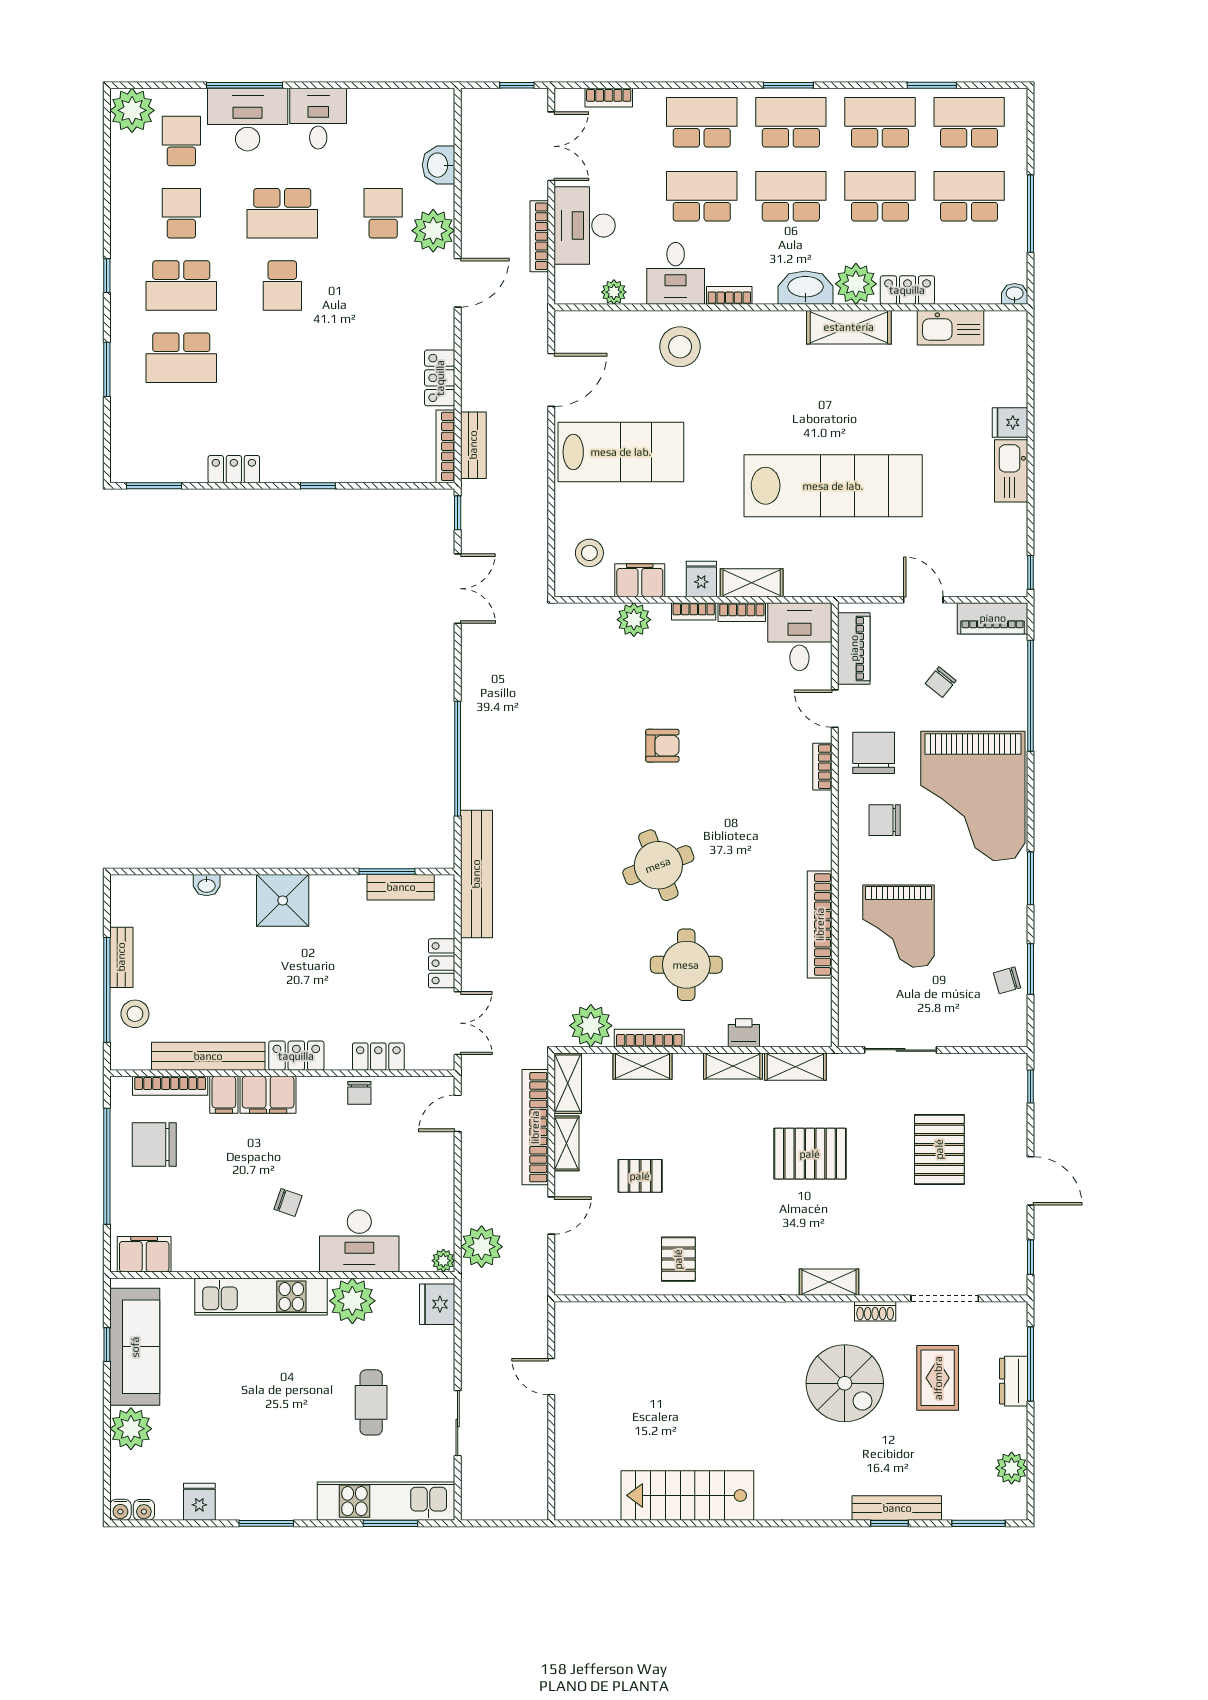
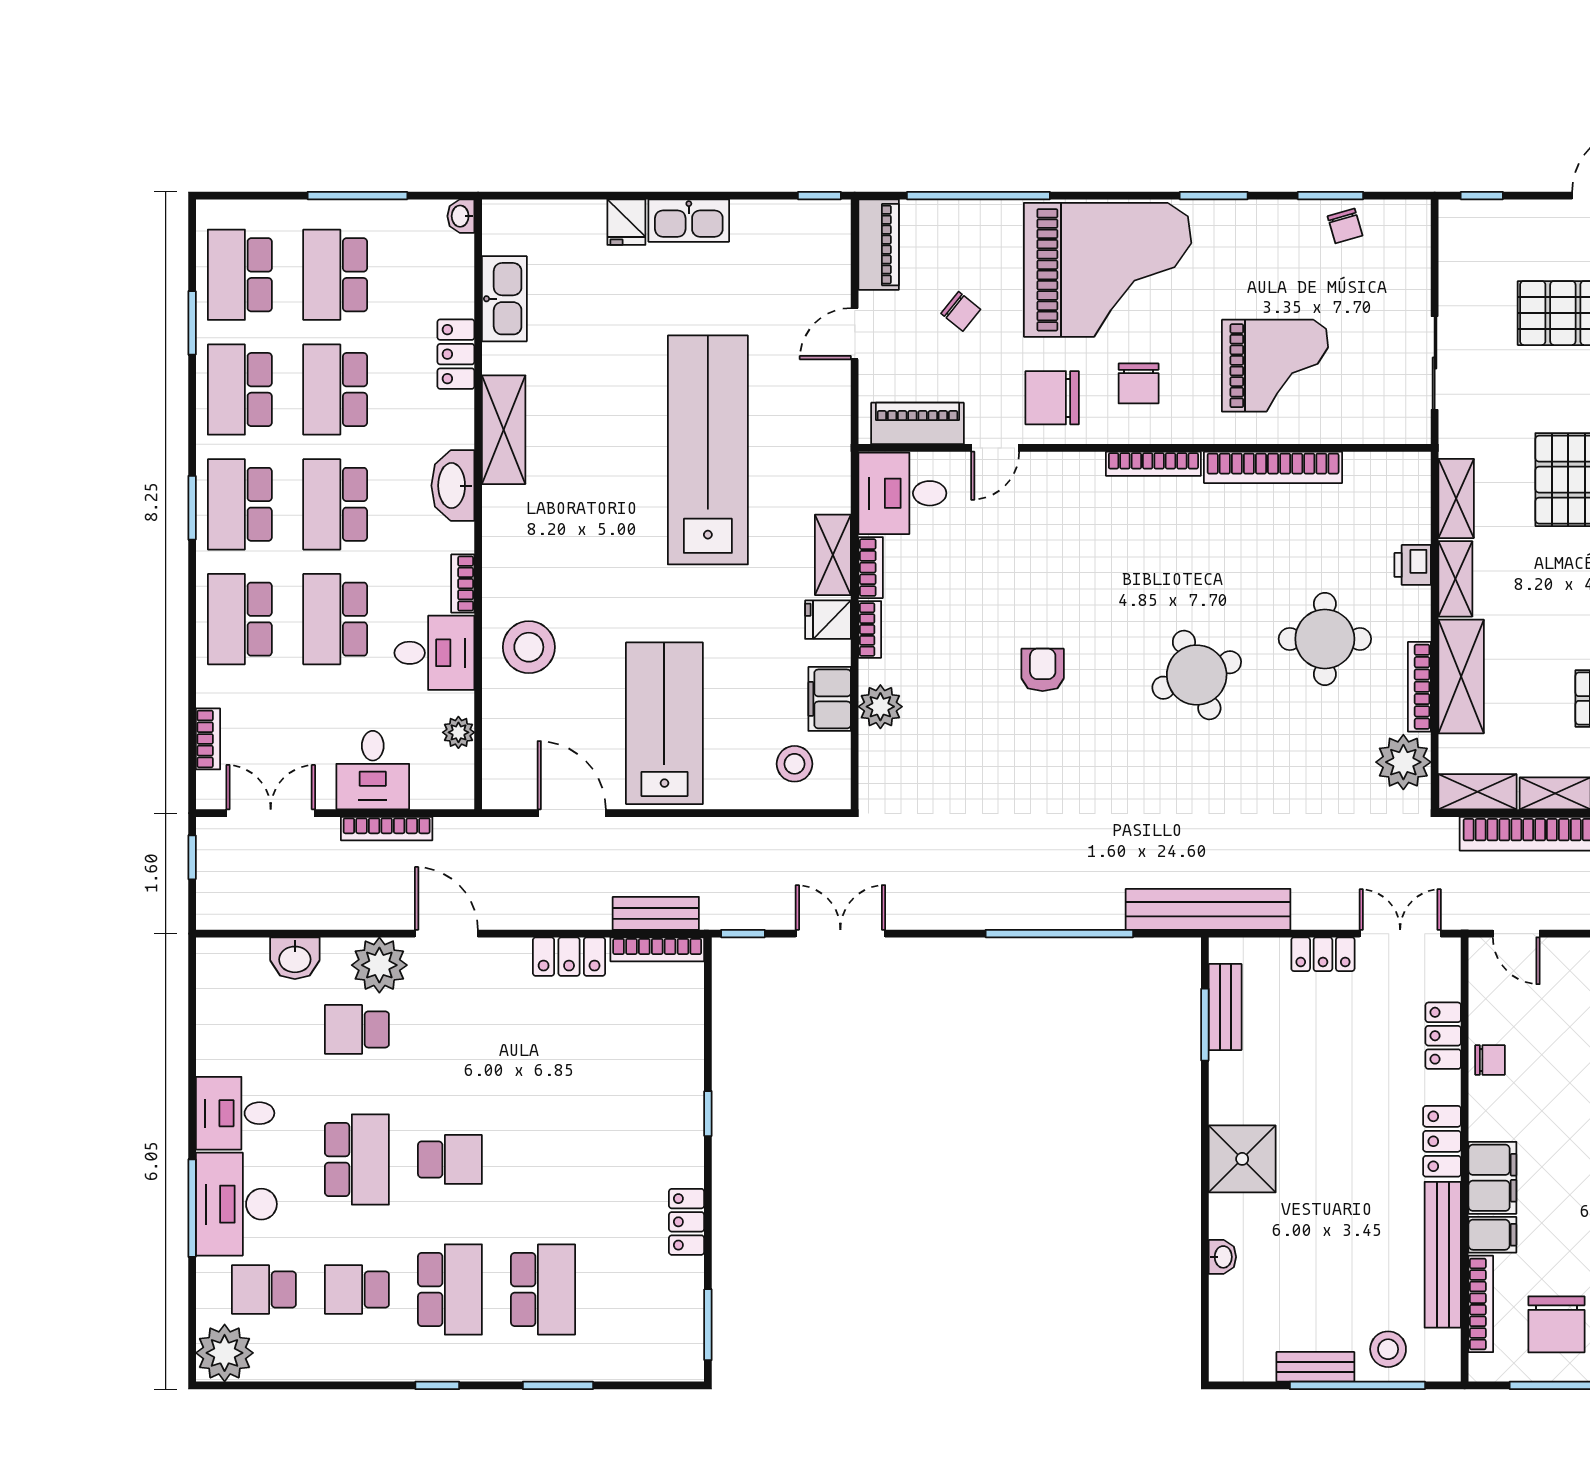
desk: (585, 226) -> (373, 770), width x0.73
plant: (856, 284) -> (448, 421), removed
bookcase: (822, 767) -> (1153, 464), moved, width x1.56
shelving: (642, 1066) -> (1461, 676), width x1.50, depth x1.33

